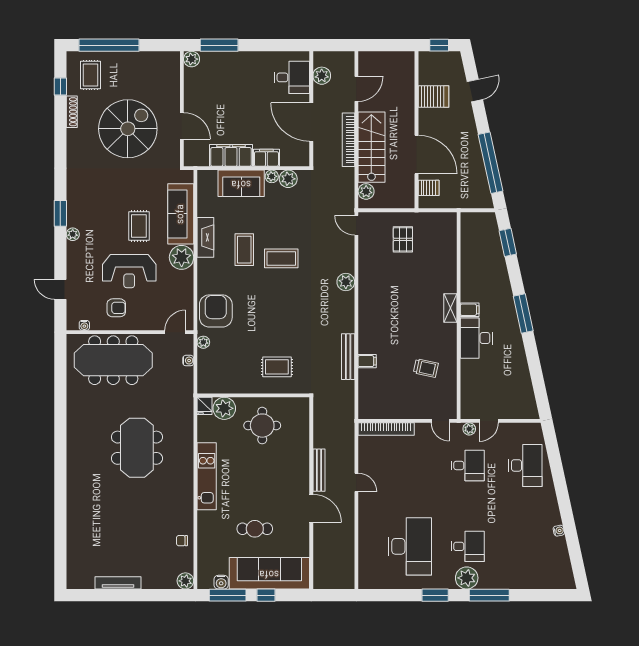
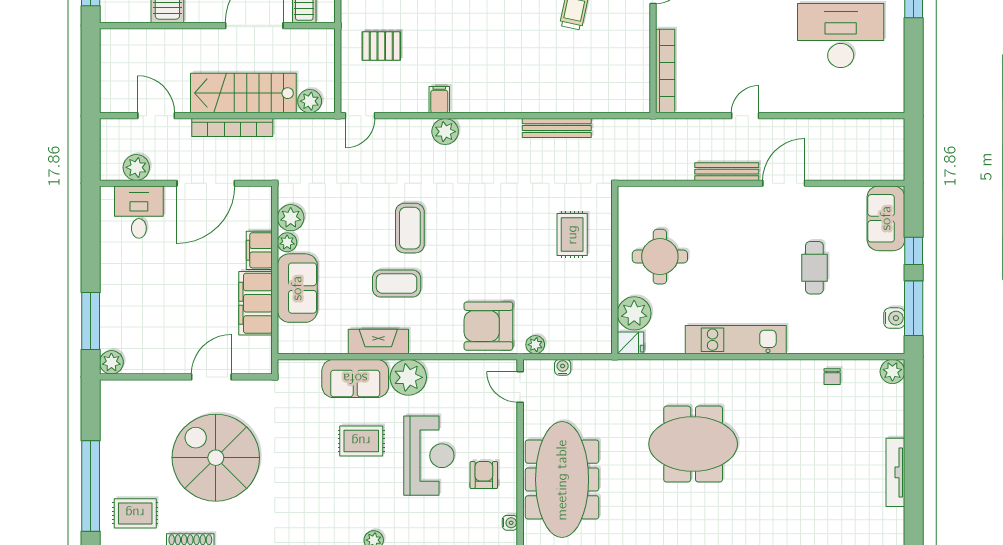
sofa: (181, 214) -> (355, 378), width x0.73
filing cabinet: (367, 361) -> (439, 100), moved
sofa: (269, 573) -> (886, 218), width x0.54, depth x0.79

